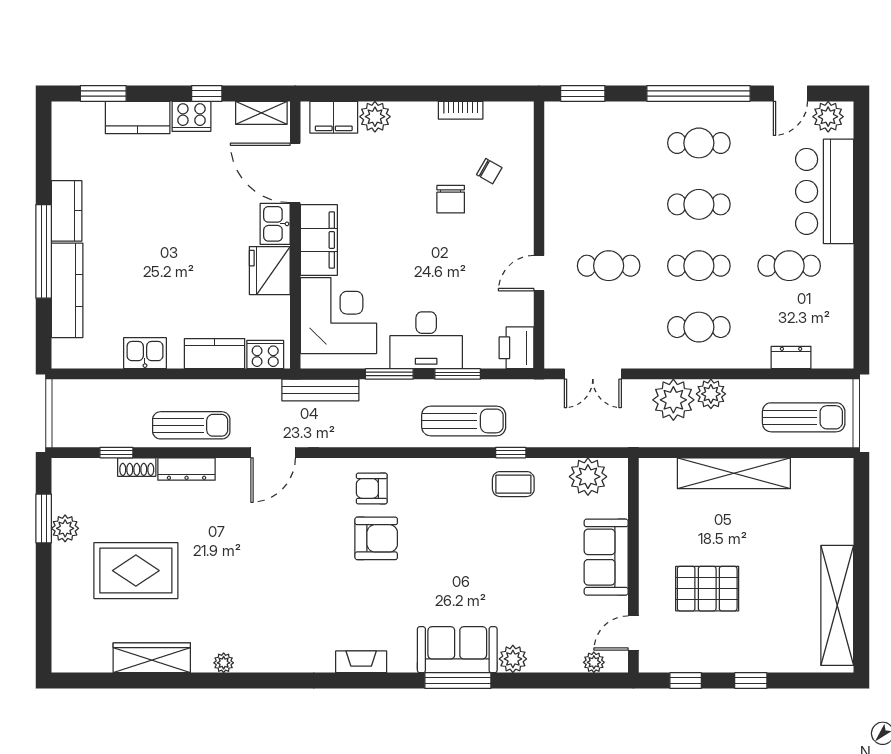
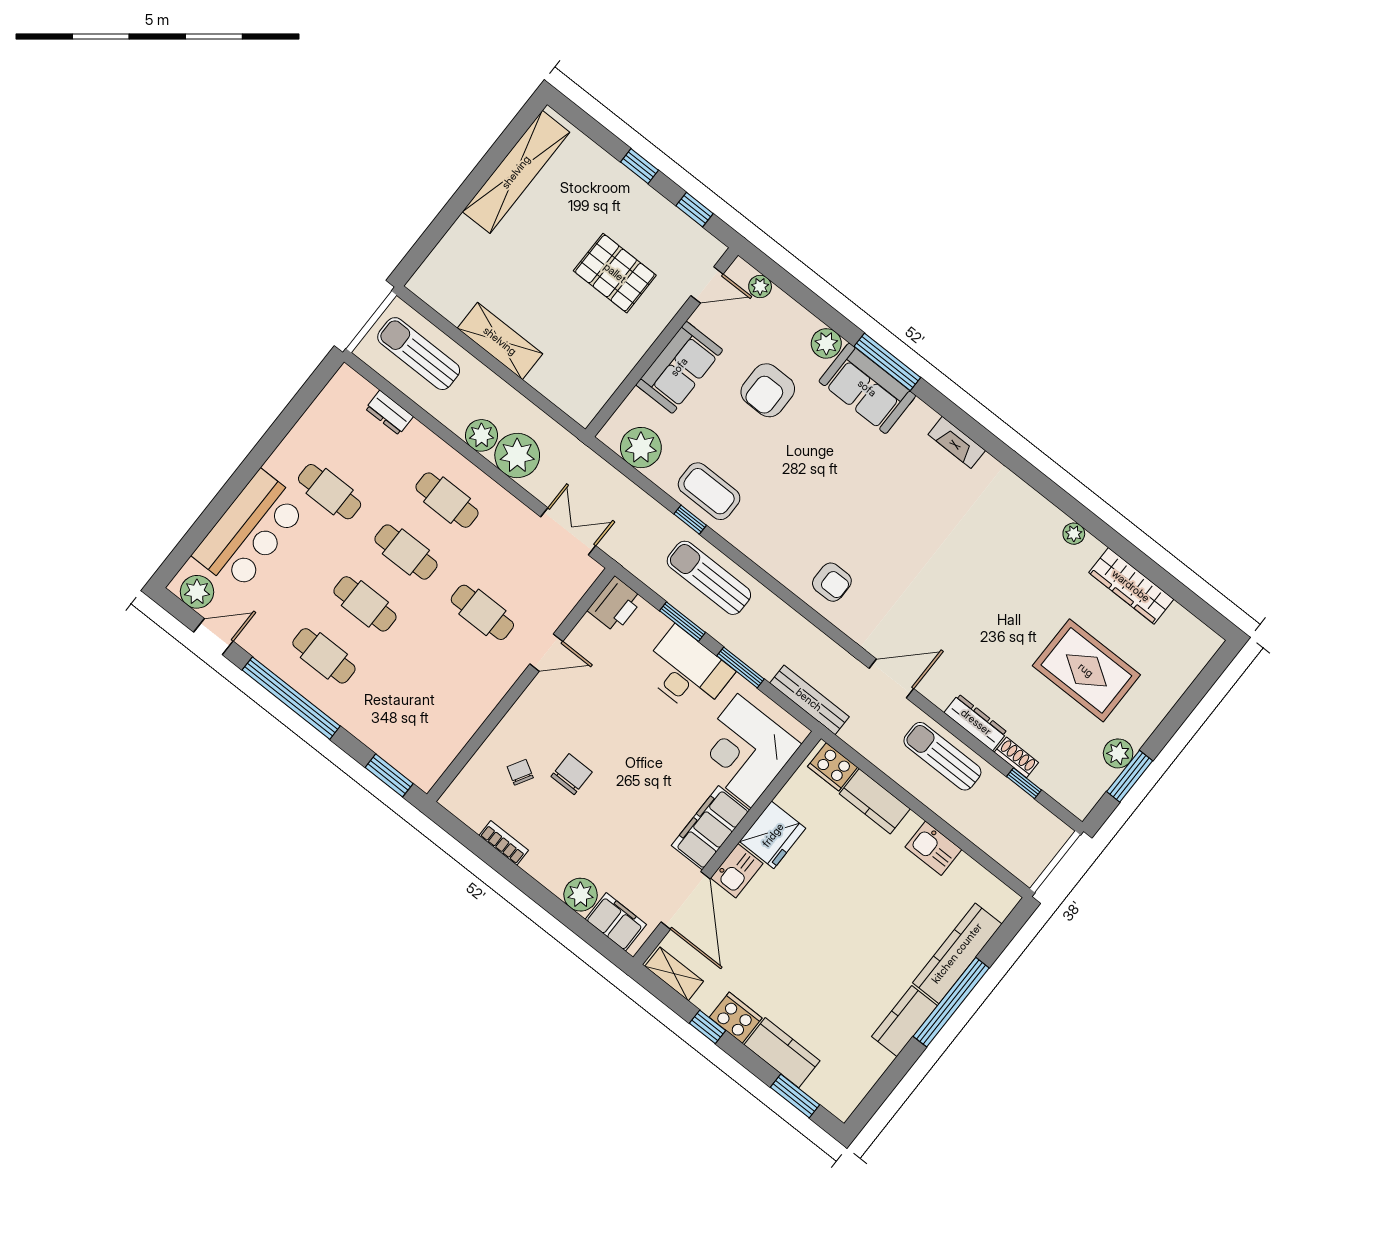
shelving: (734, 473) -> (500, 341), width x0.68
coffee table: (513, 484) -> (709, 491), width x1.36, depth x1.30
armchair: (376, 538) -> (768, 390), moved, turned -90

